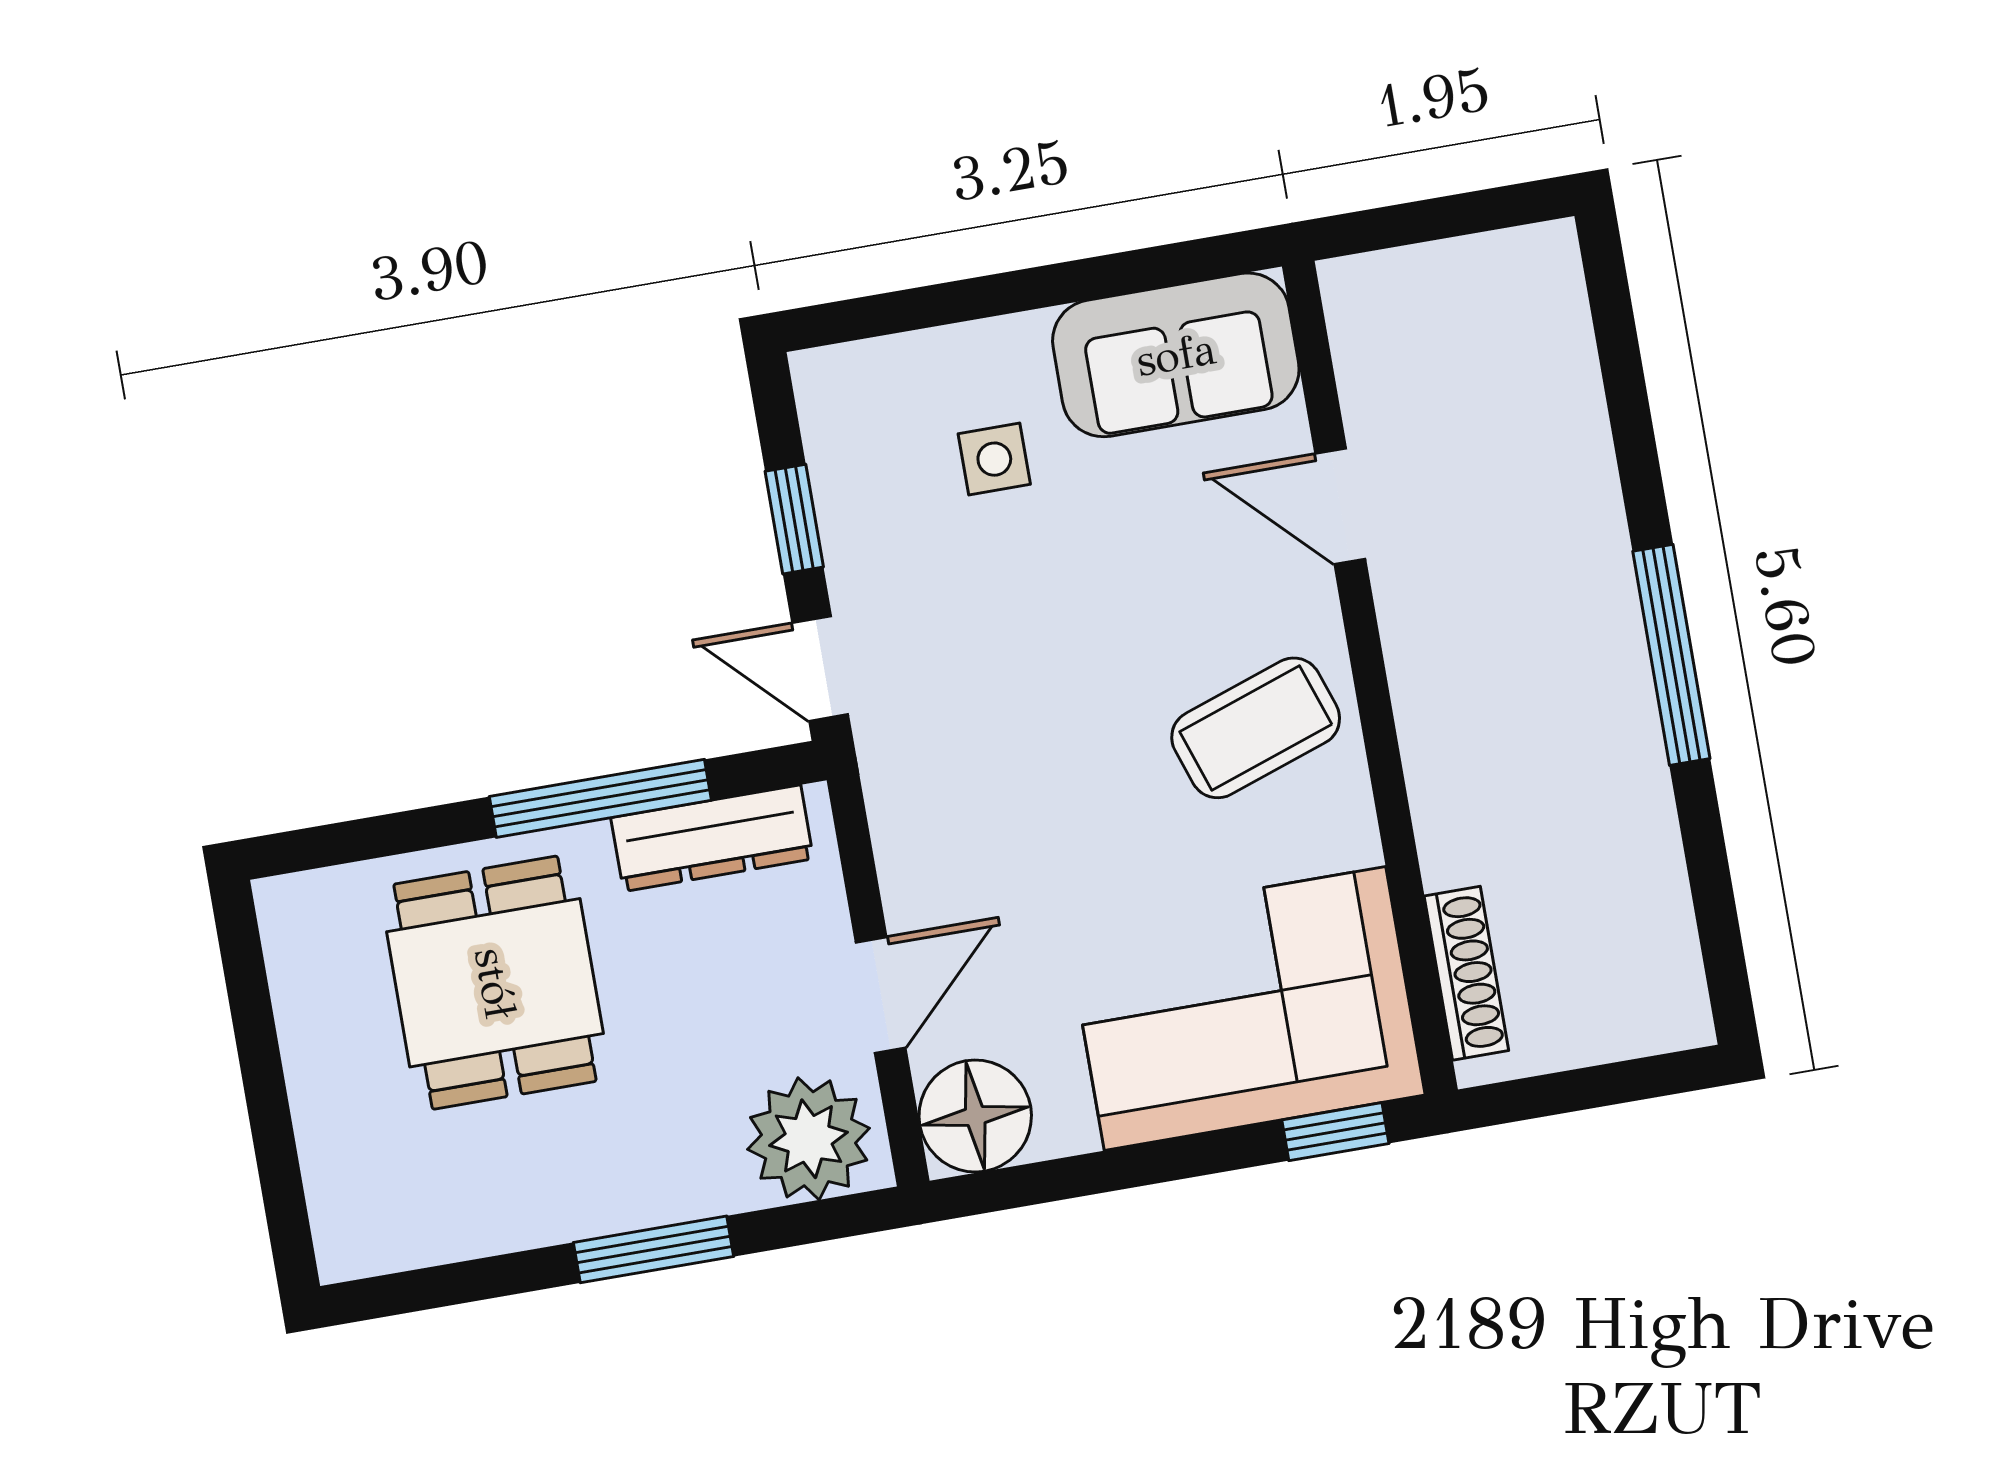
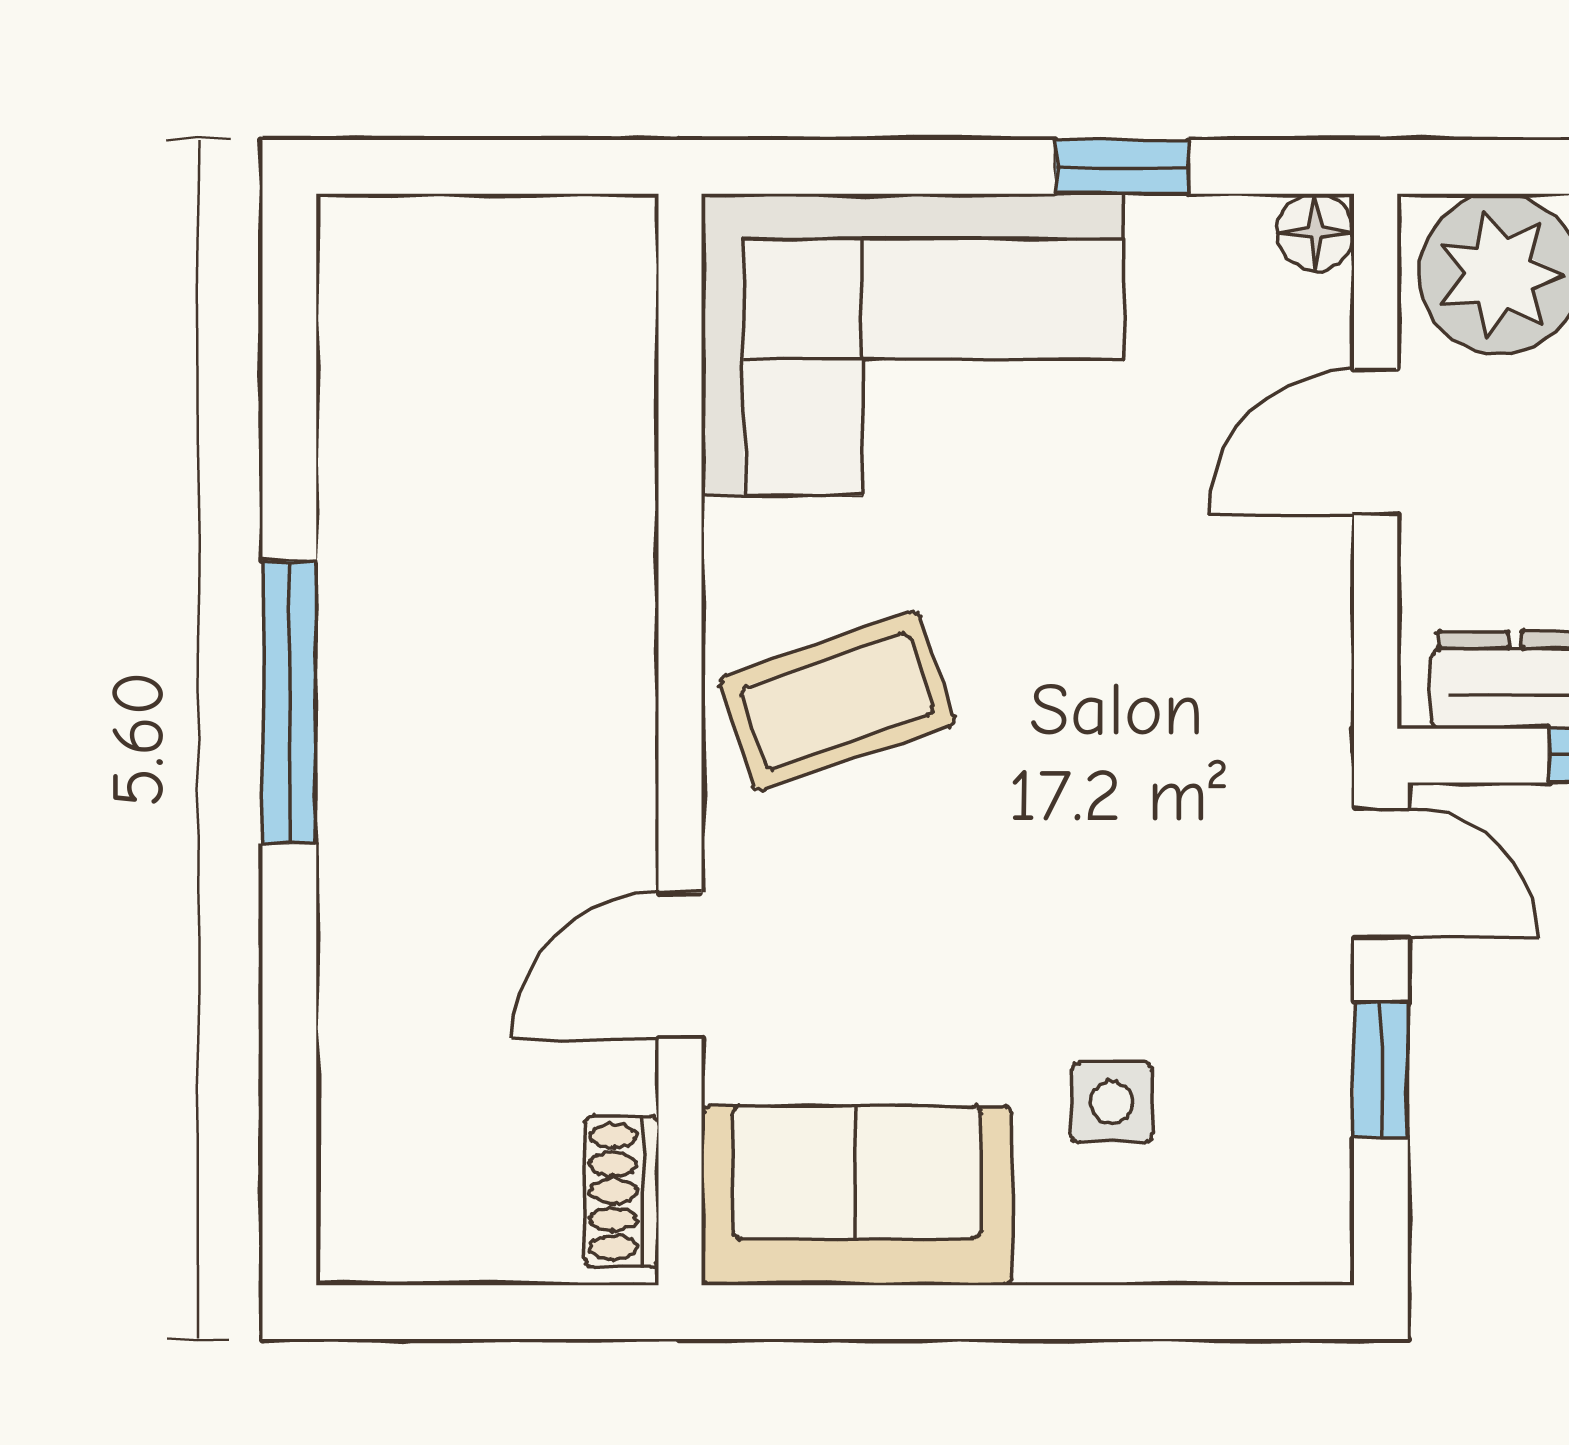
door: (1340, 506) -> (680, 965), swing flipped
shoe rack: (1466, 973) -> (622, 1192), moved, width x0.70
floor lamp: (975, 1116) -> (1316, 232), width x0.53, depth x0.53
window: (1335, 1132) -> (1122, 167), moved

